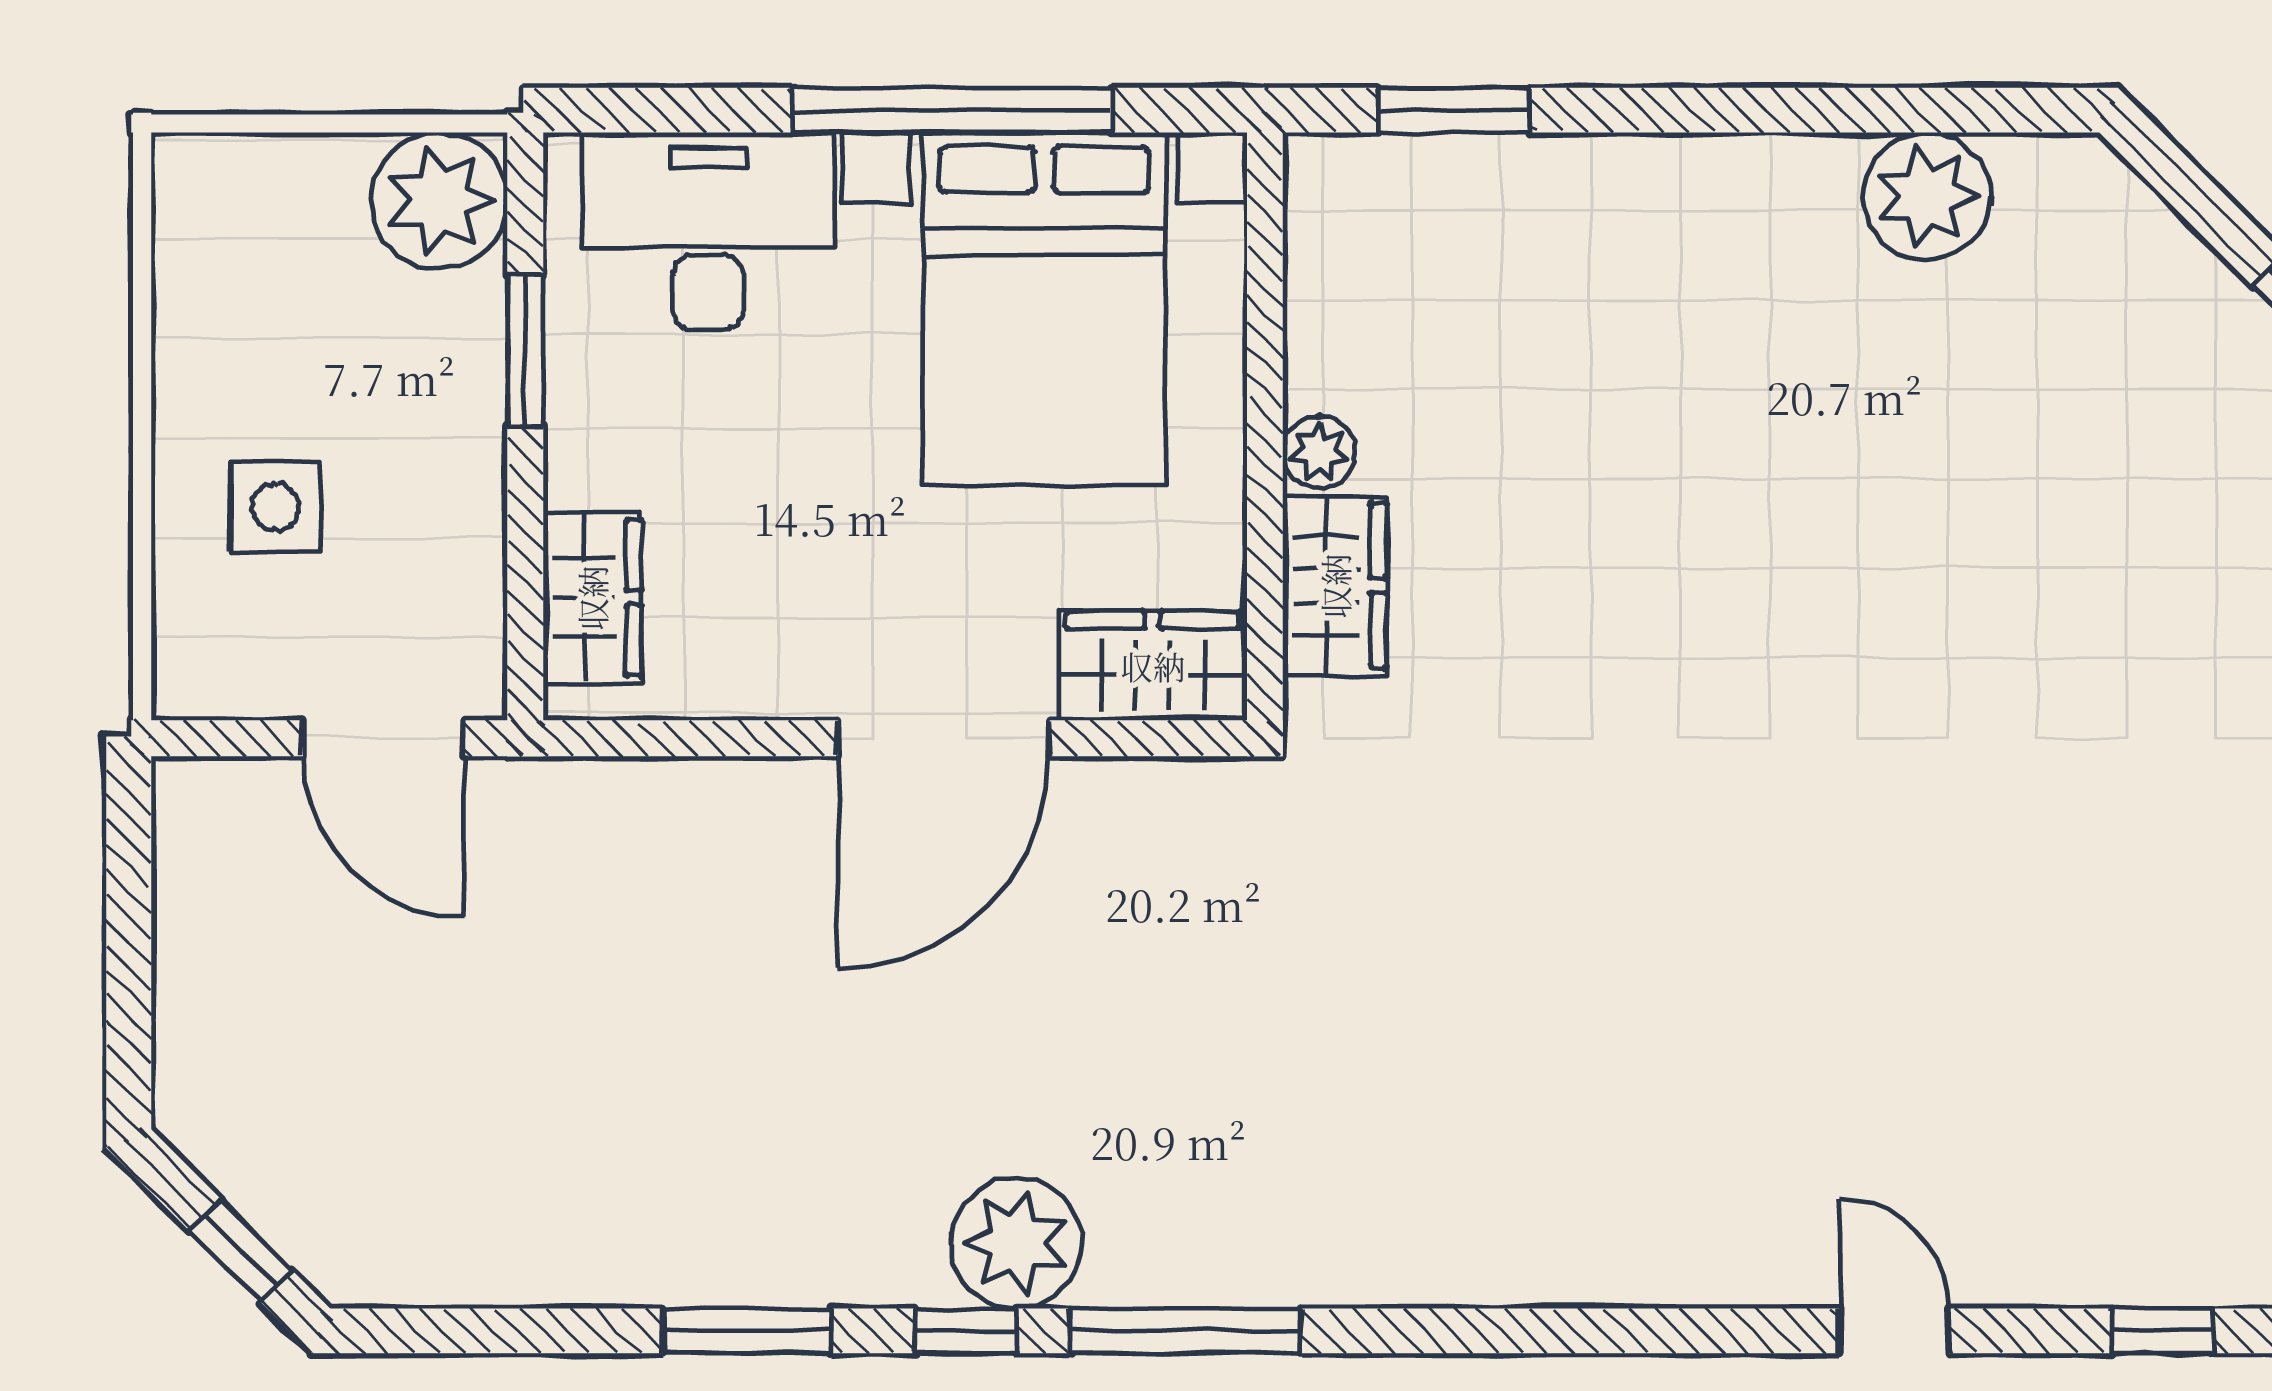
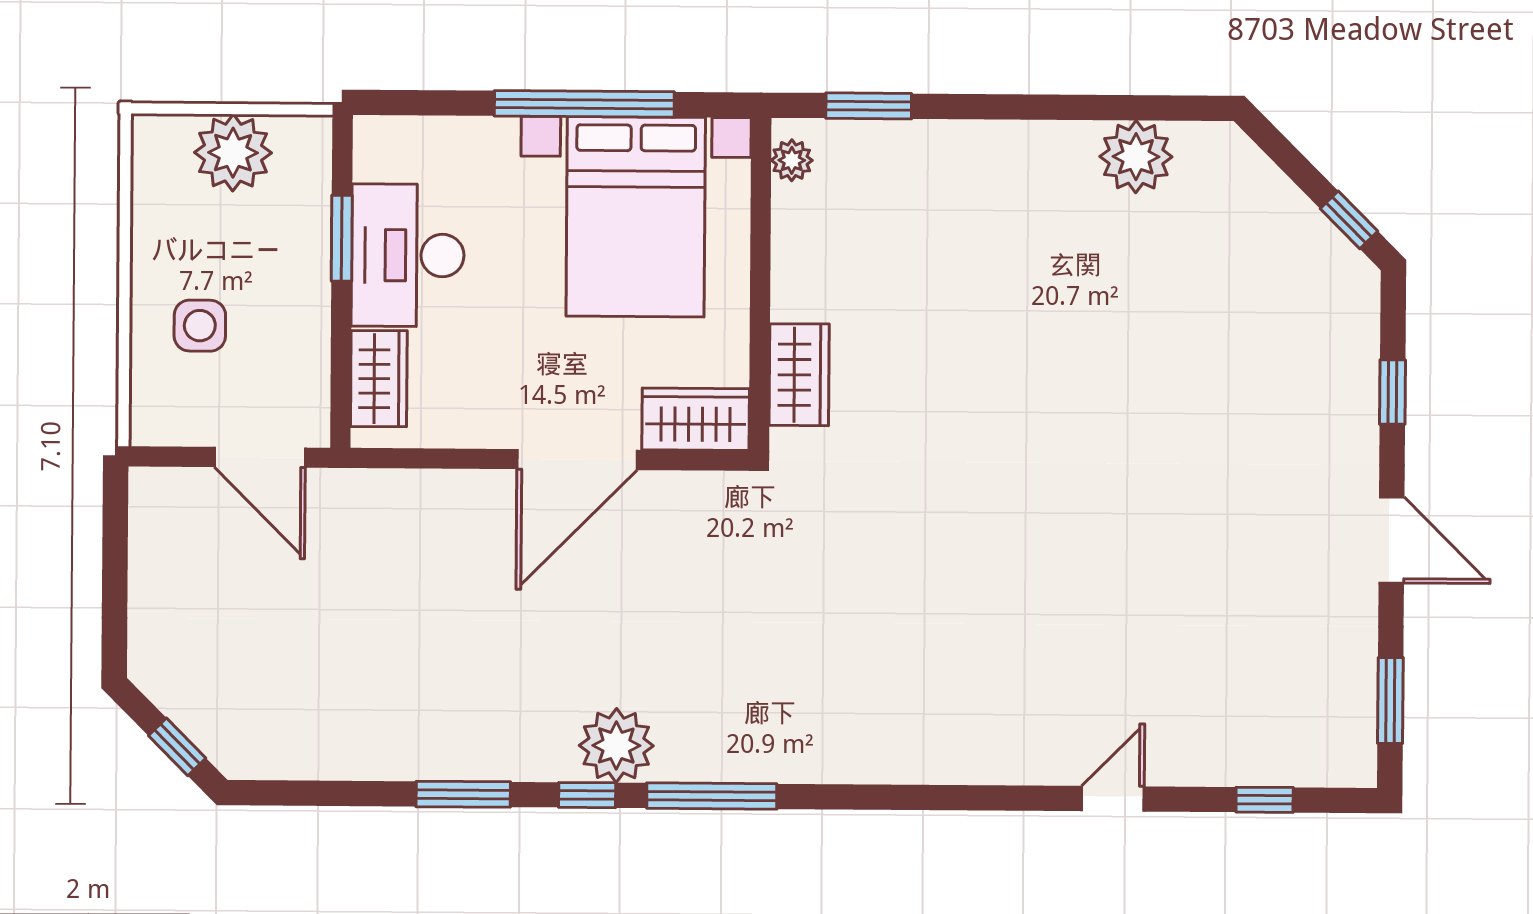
plant: (439, 201) -> (233, 153), moved
desk: (708, 231) -> (408, 255), moved, turned -90
plant: (1319, 452) -> (792, 160), moved
door: (1894, 1331) -> (1113, 799), hinge flipped

